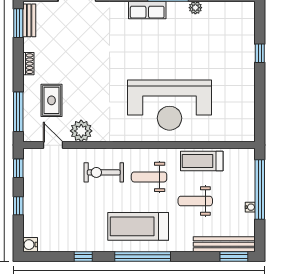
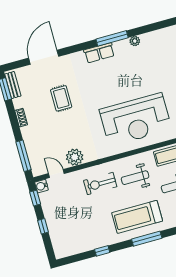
rug: (51, 100) -> (61, 98), moved
water cooler: (30, 245) -> (41, 186), moved
window: (143, 257) -> (147, 239), width x0.68

